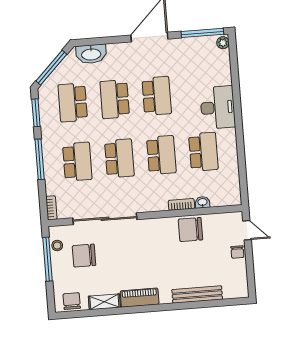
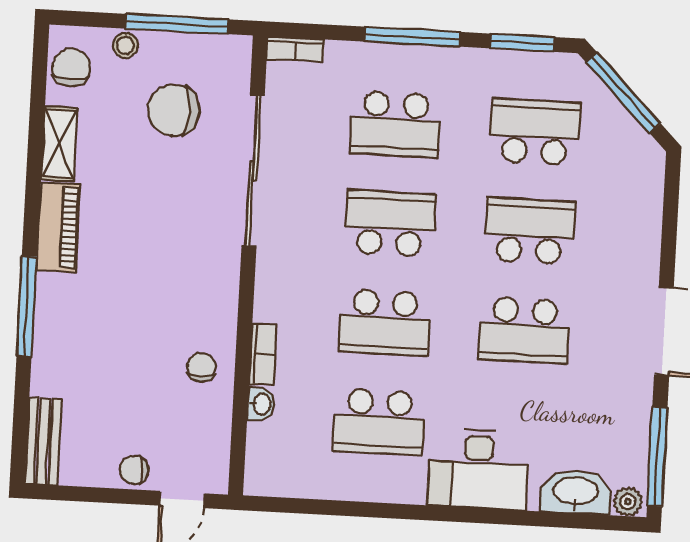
washbasin: (91, 54) -> (576, 492), moved, turned 90
school desk: (119, 158) -> (390, 223), turned 180
chair: (190, 229) -> (201, 367), width x0.54, depth x0.54
stool: (57, 246) -> (125, 45), moved
chair: (84, 256) -> (174, 110), turned -90
bench: (197, 294) -> (43, 441), moved, width x0.73
chair: (72, 301) -> (71, 67), turned -90
window: (175, 306) -> (27, 306), added

